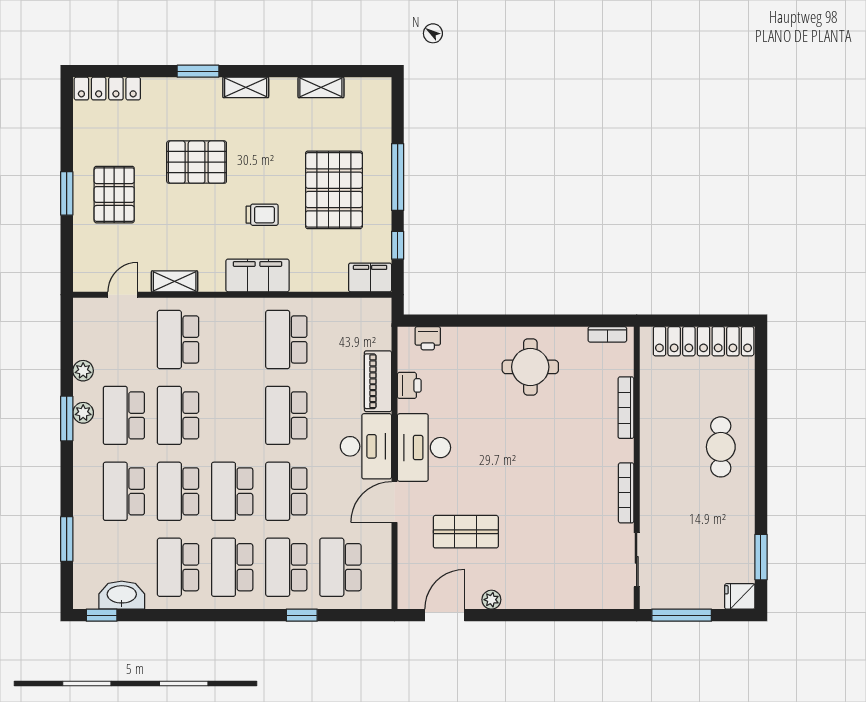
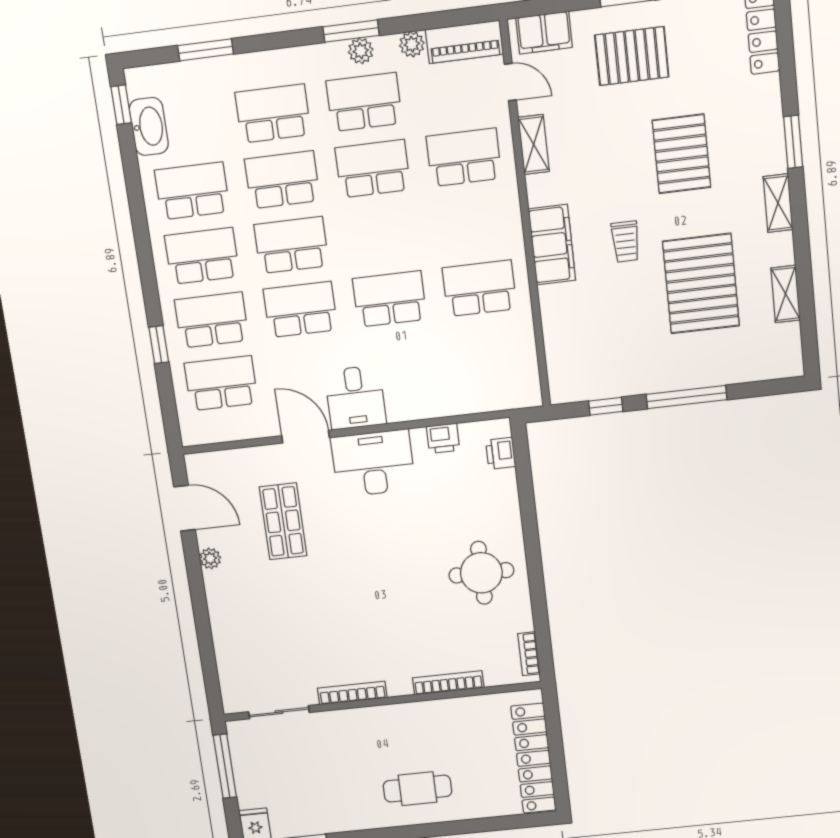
pallet: (334, 190) -> (701, 284), moved, turned 90
filing cabinet: (370, 277) -> (544, 33), moved, turned 90
piano: (378, 381) -> (464, 42), moved, turned 180
desk: (366, 446) -> (355, 398), width x0.73

